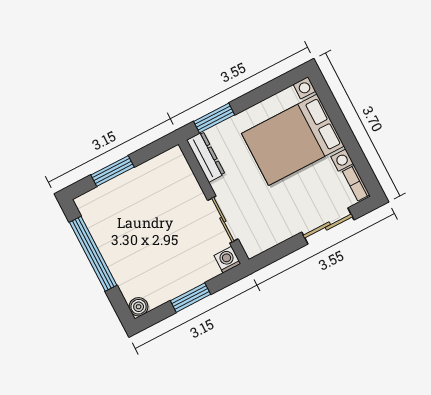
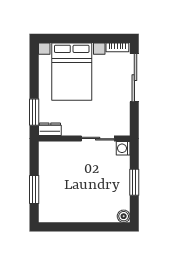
dresser: (206, 157) -> (50, 129), width x0.70
sliding door: (328, 226) -> (134, 78), width x1.37
window: (93, 254) -> (78, 227), removed

